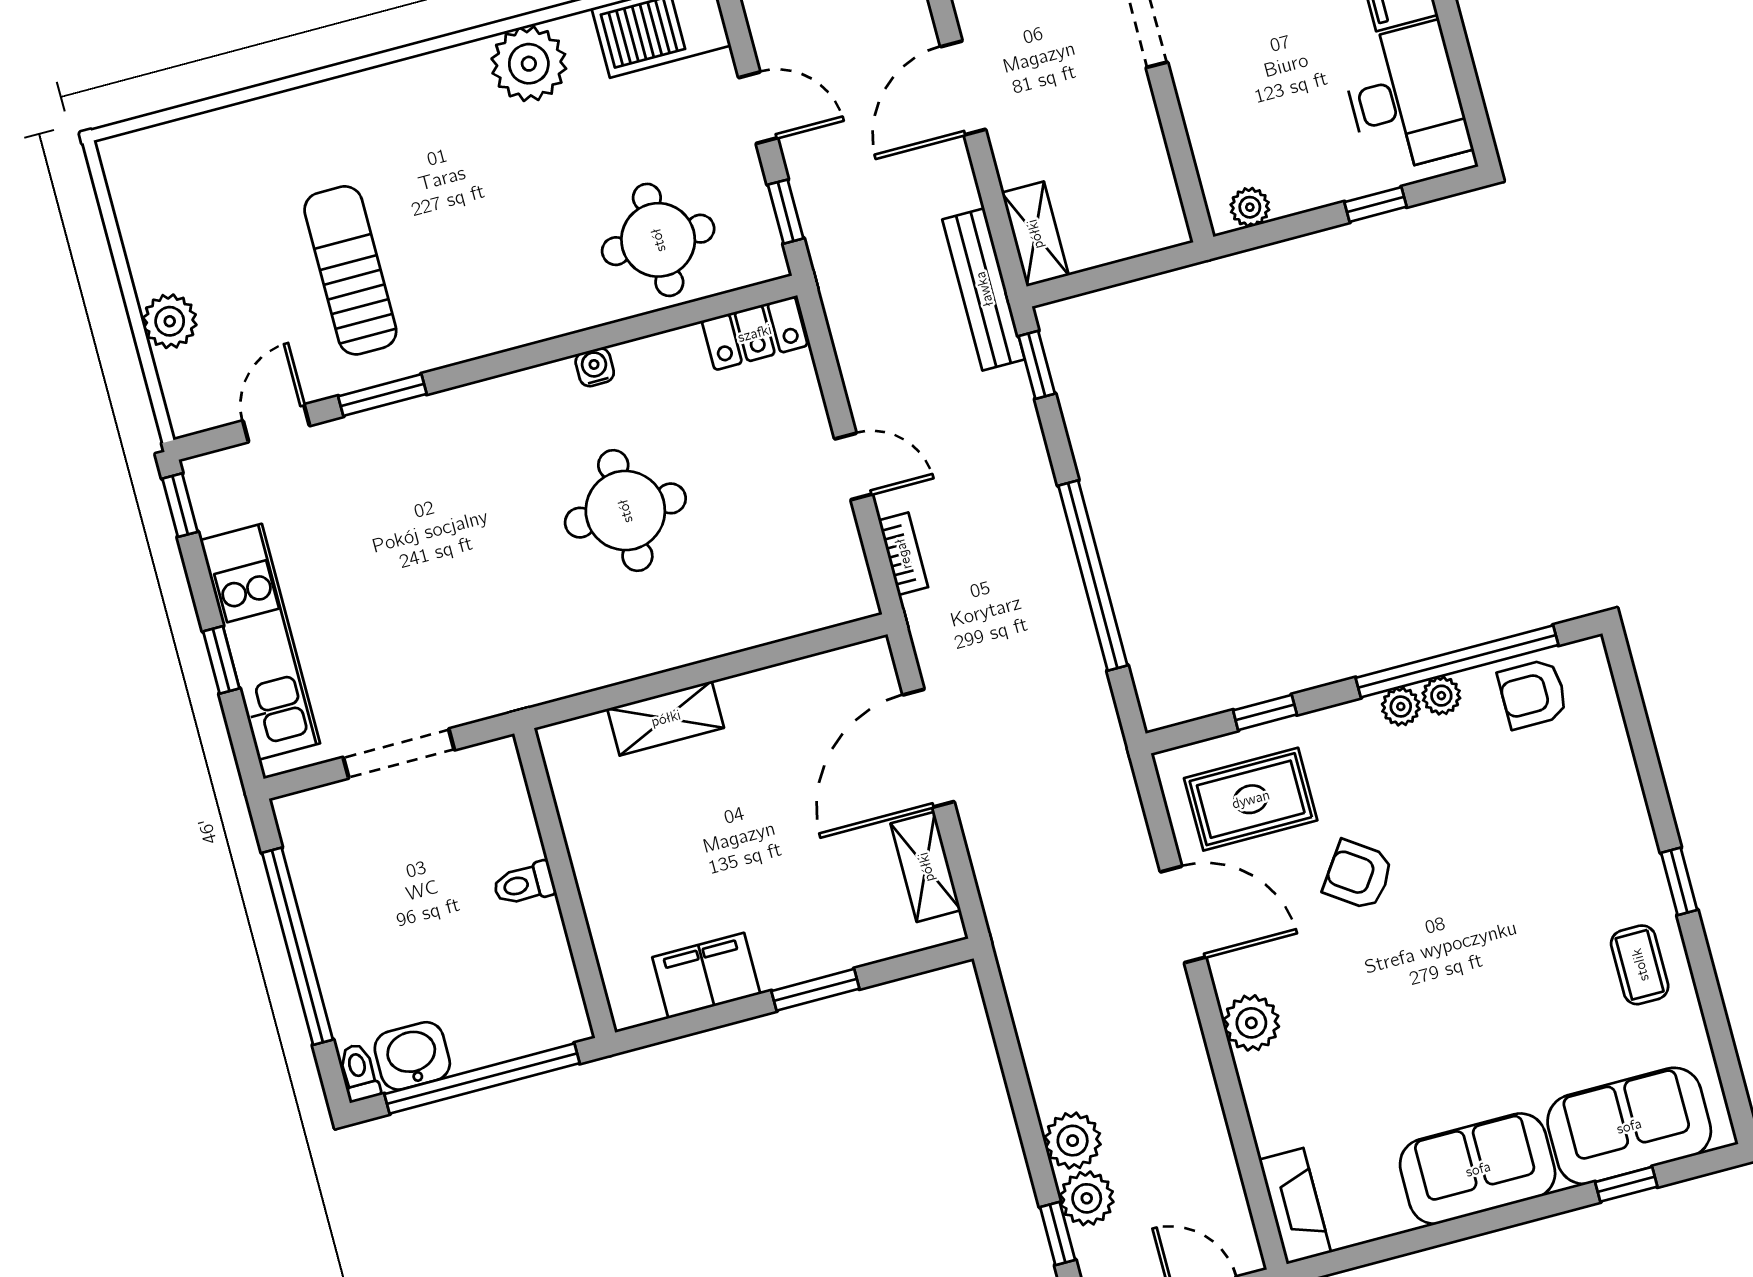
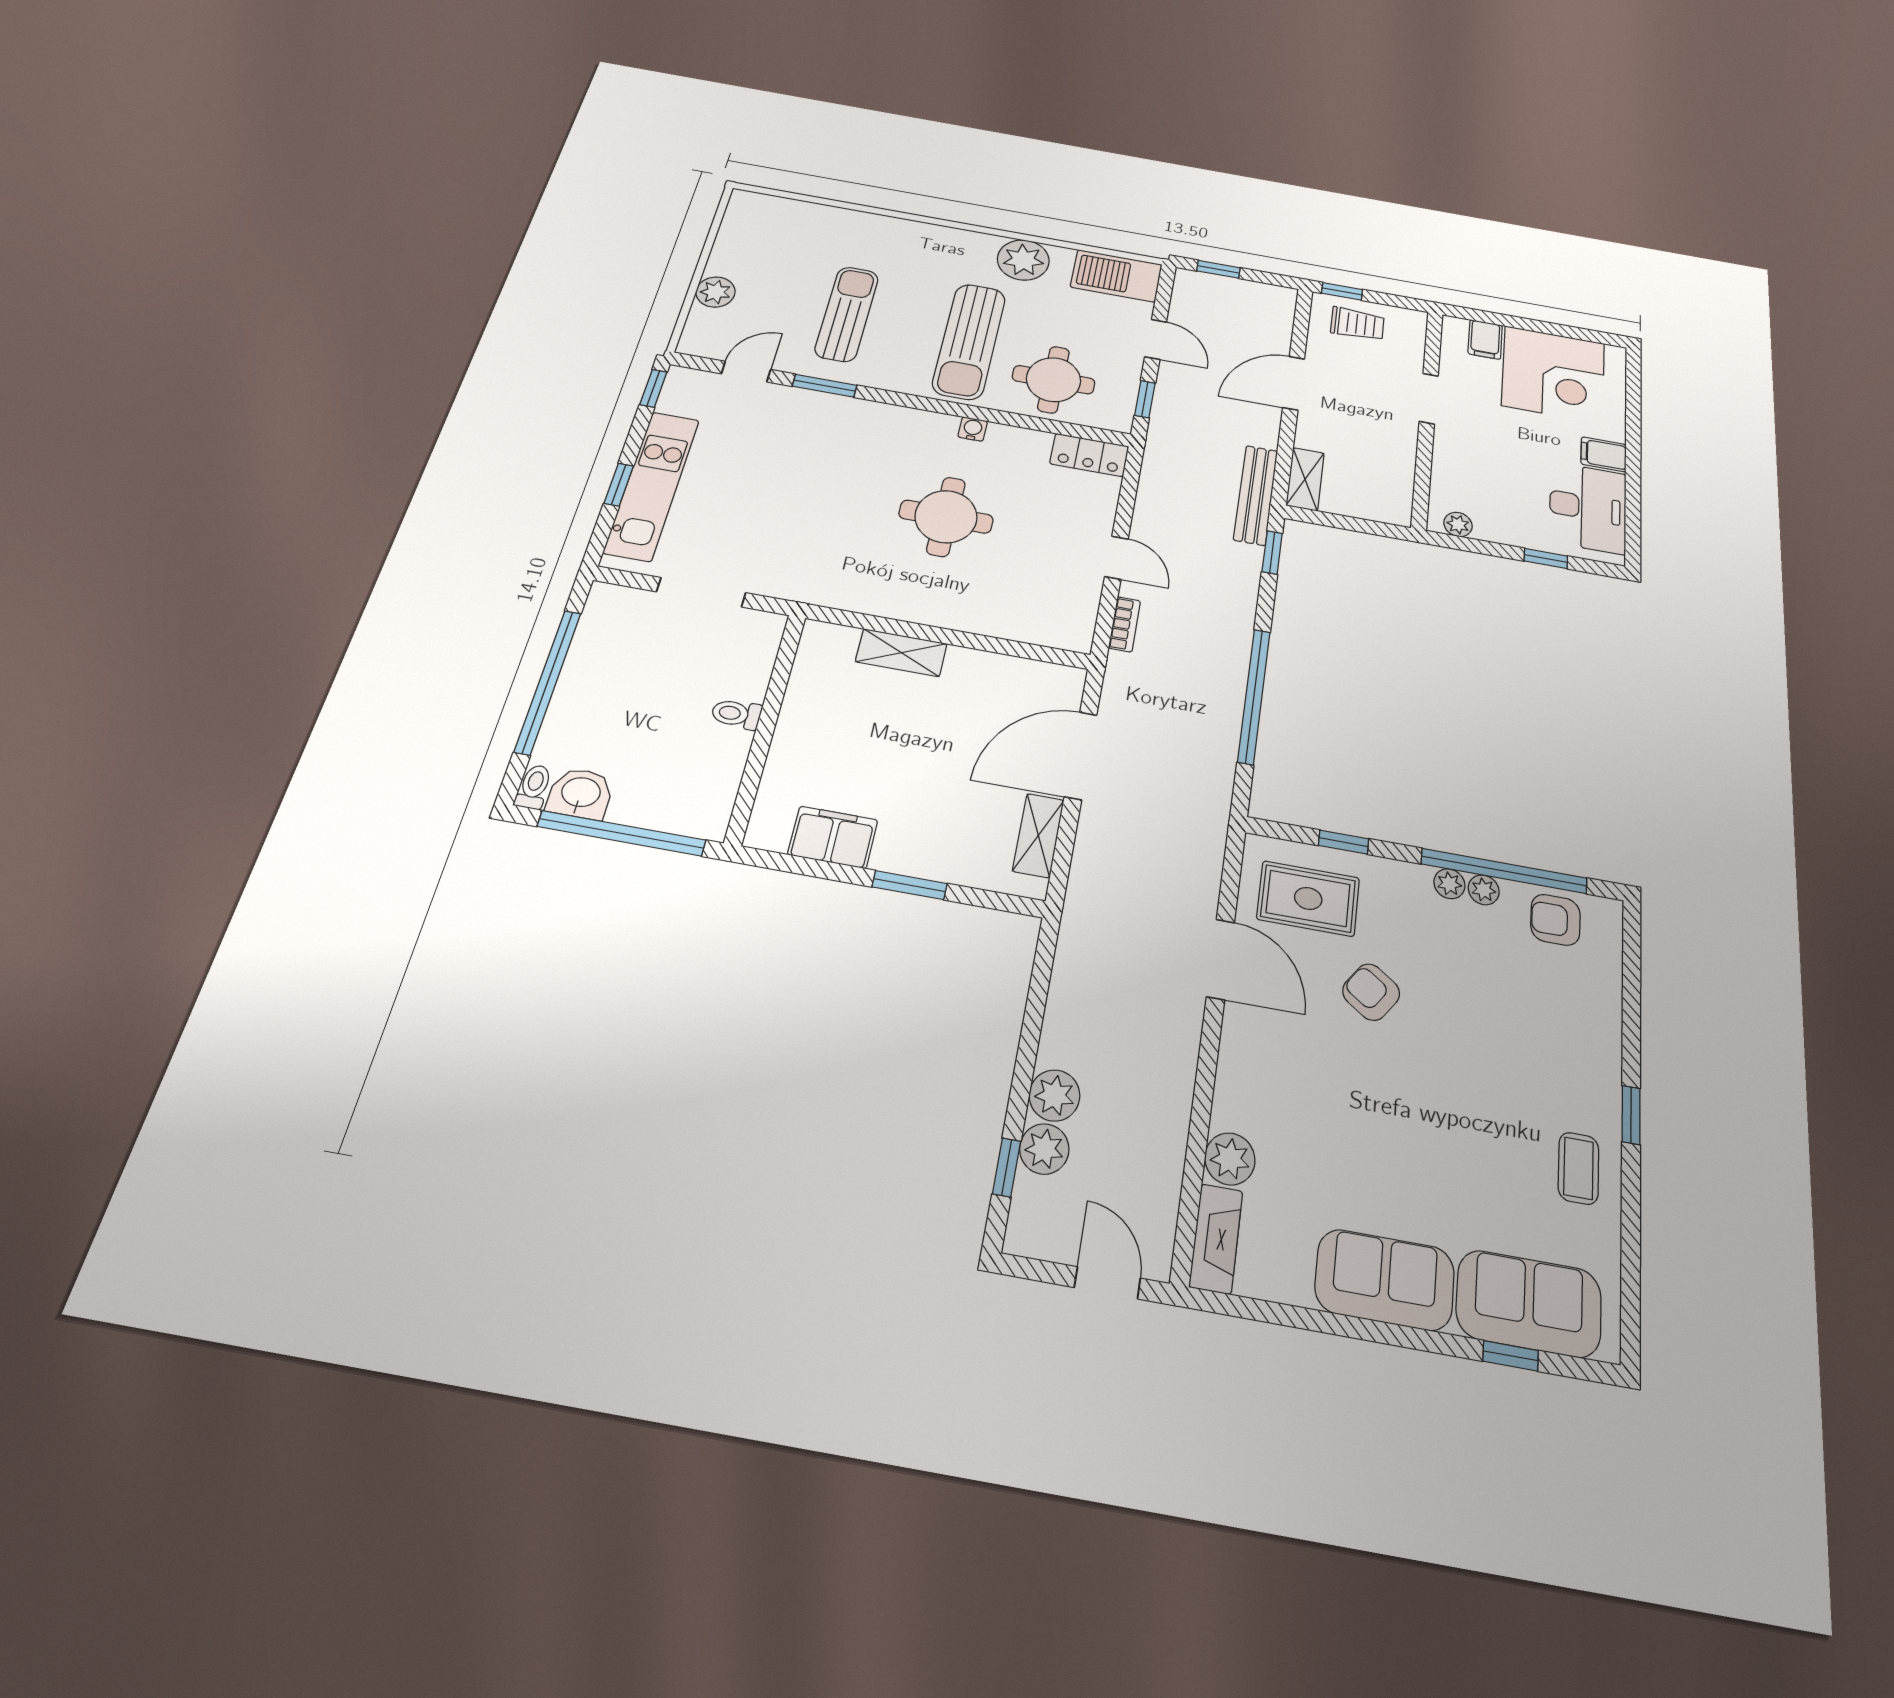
sun lounger: (524, 234) -> (969, 341), added
plant: (1251, 1023) -> (1230, 1159), moved

